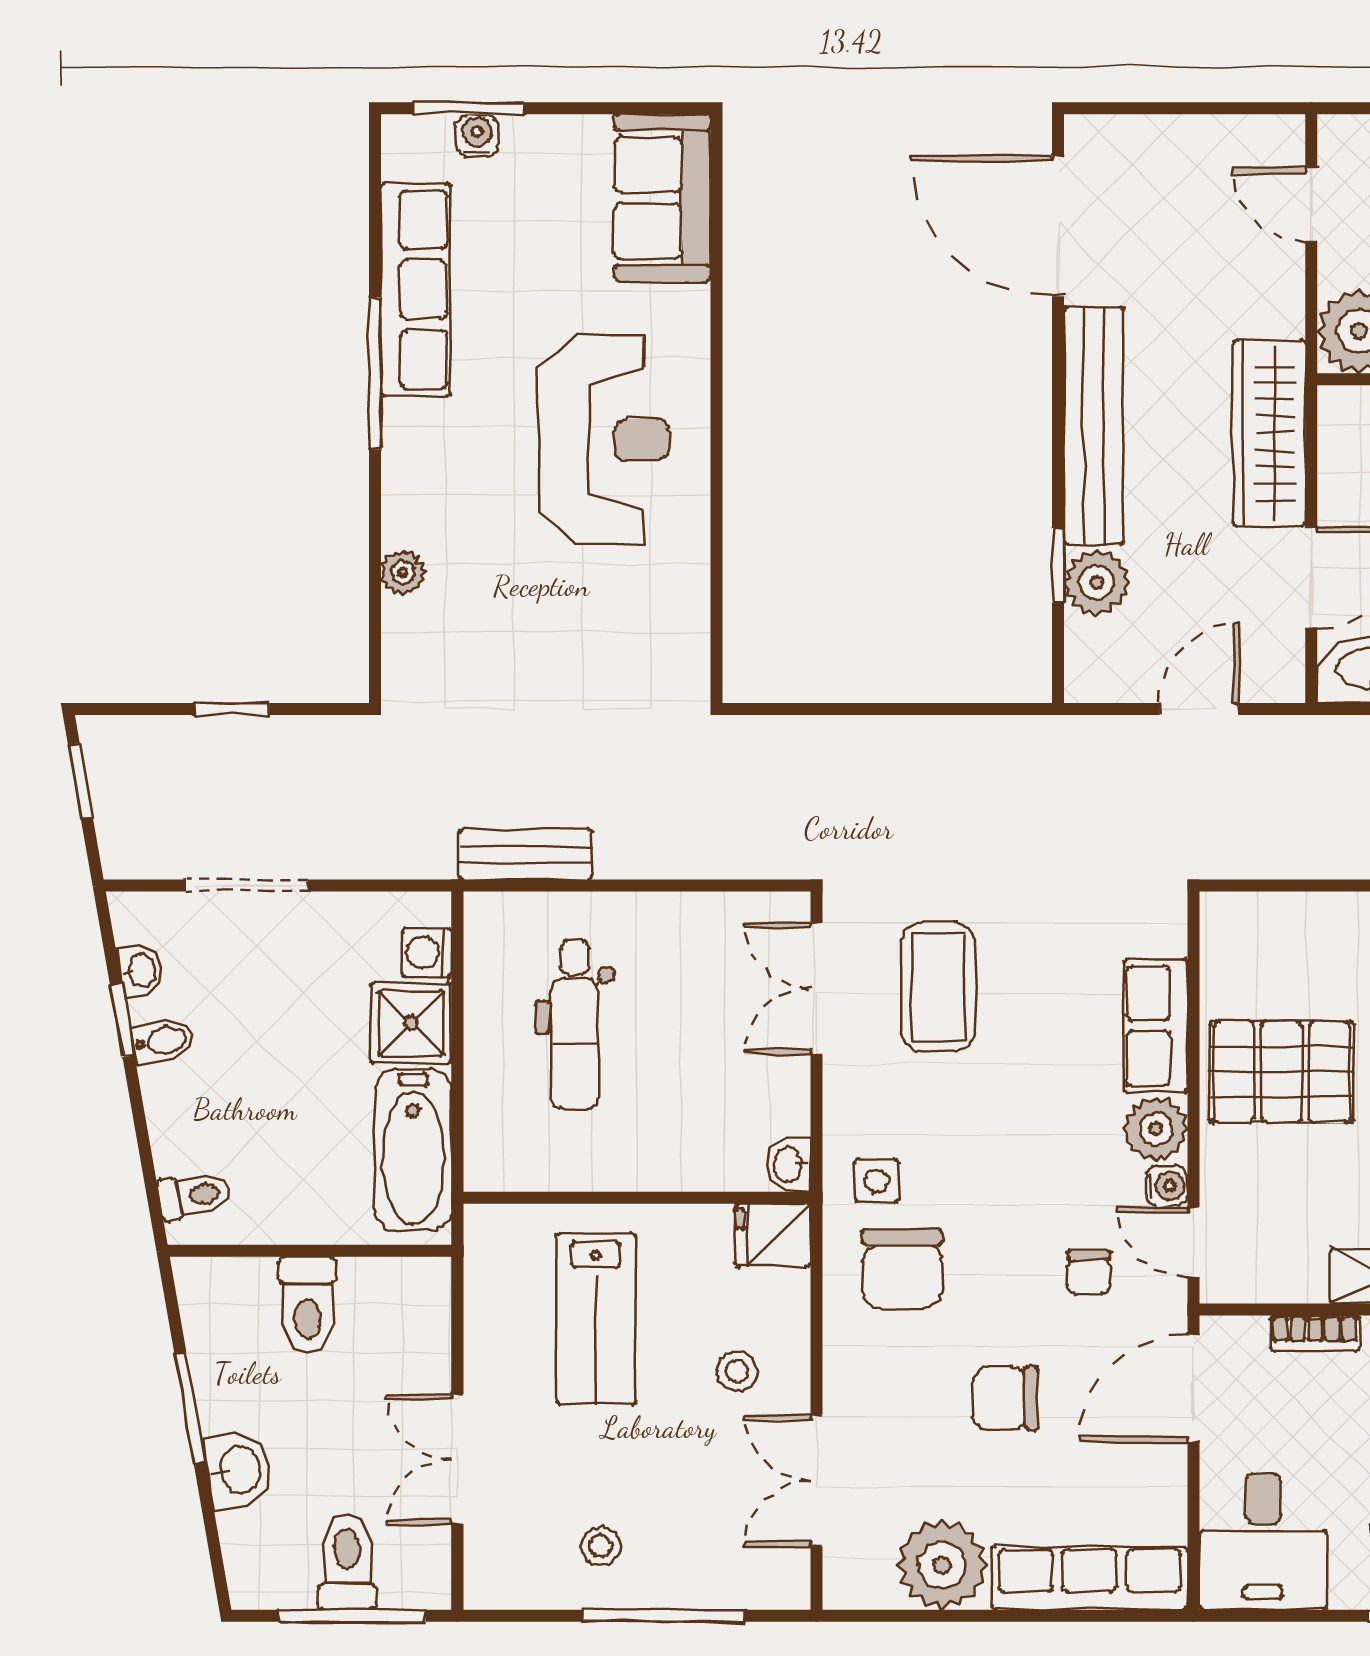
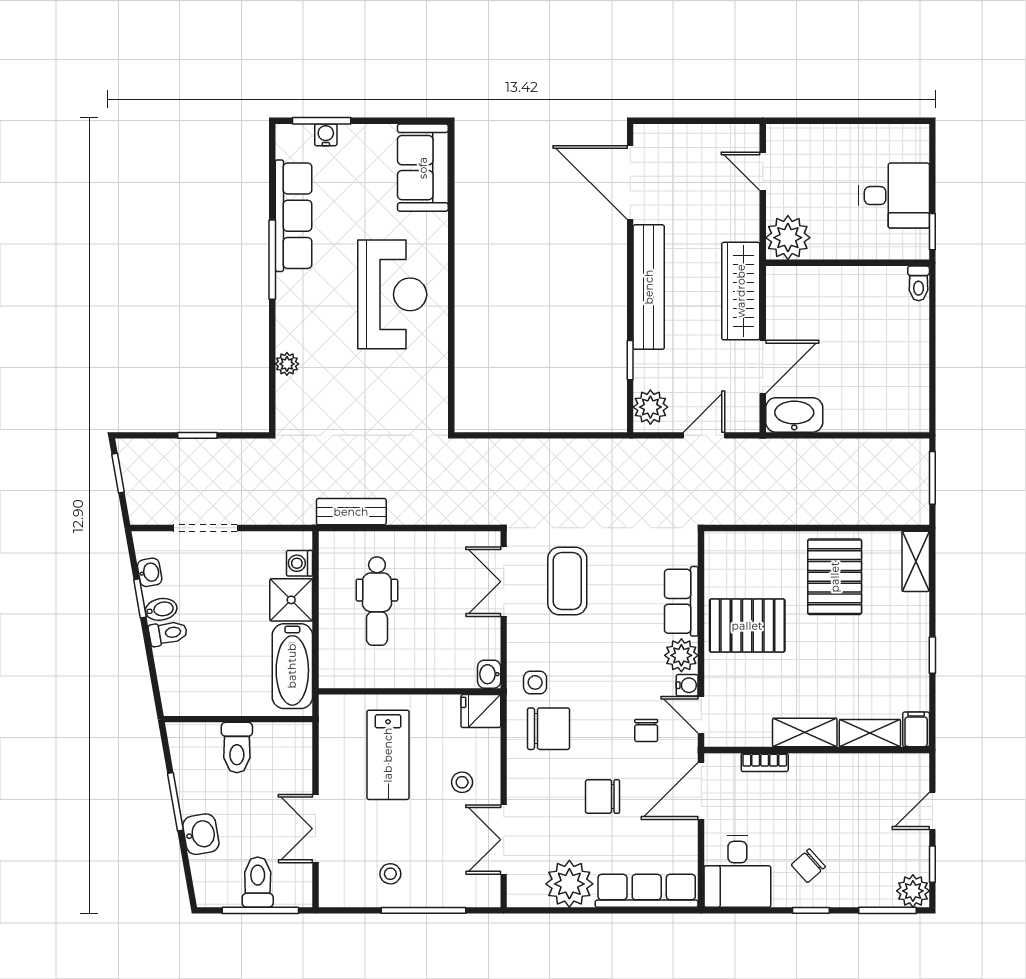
plant: (1097, 582) -> (650, 407), moved
toilet: (195, 1195) -> (168, 633), moved
chair: (902, 1269) -> (548, 729), turned -90

